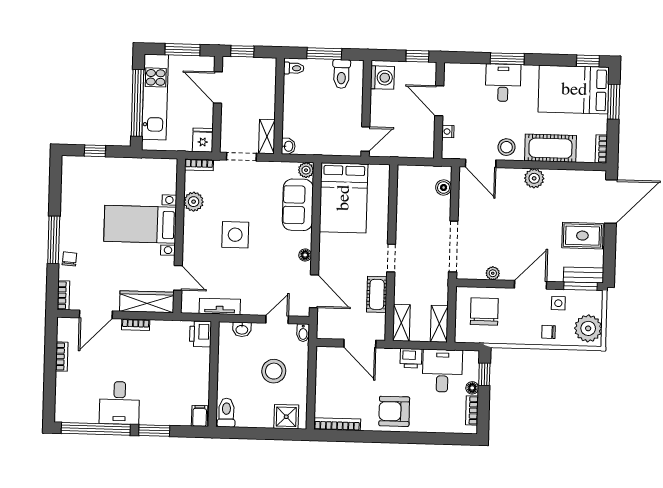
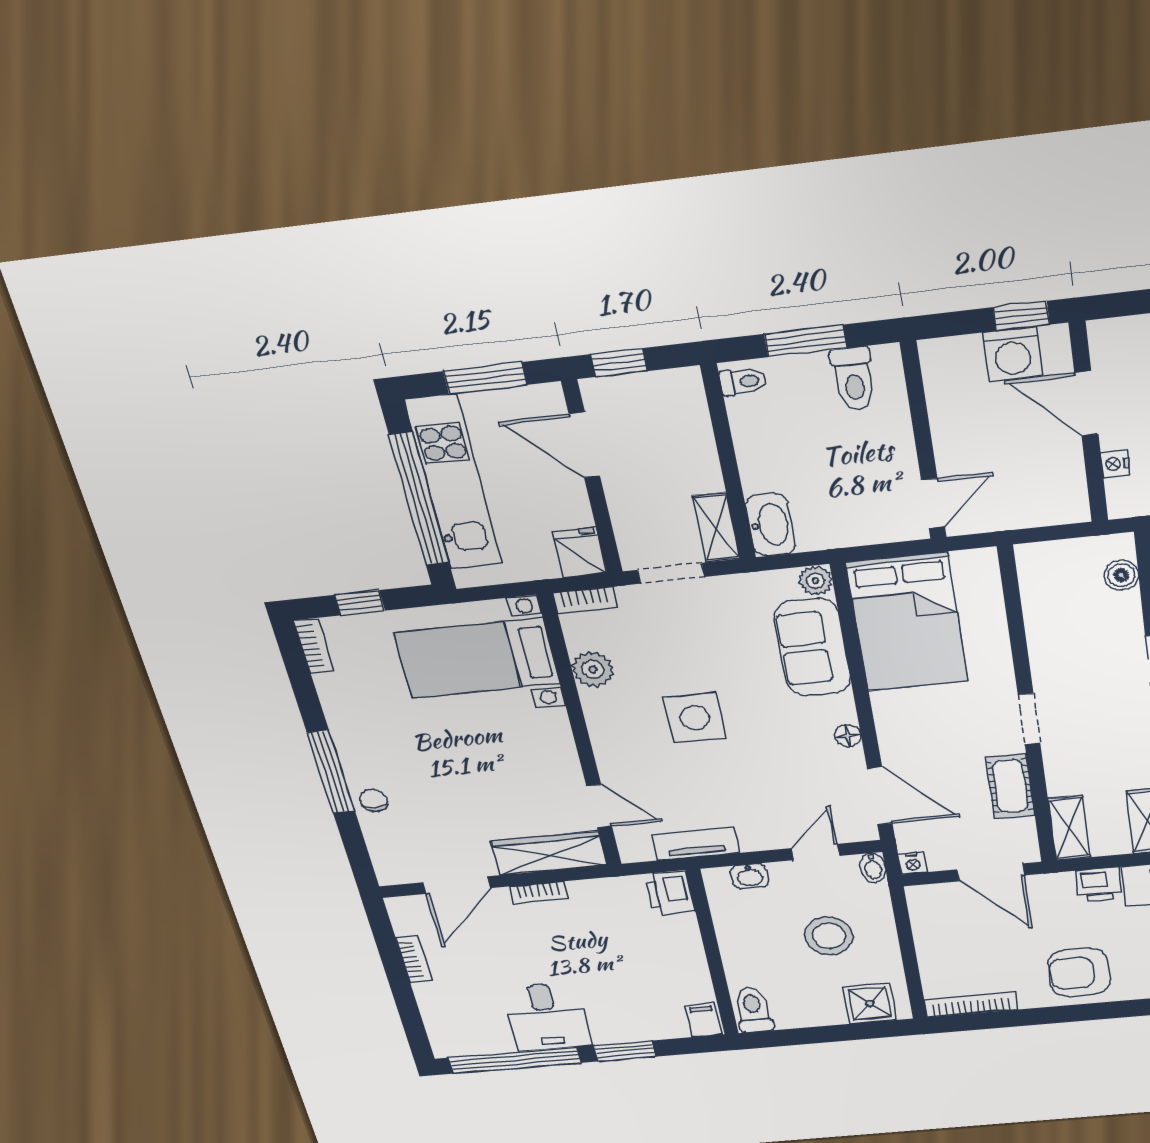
washing machine: (382, 78) -> (1013, 354), moved, turned 90
washbasin: (288, 146) -> (770, 525), width x1.91, depth x1.45
bed with nightstands: (140, 224) -> (477, 658), moved
bookcase: (63, 295) -> (314, 646), moved
nightstand: (323, 333) -> (913, 863), added

